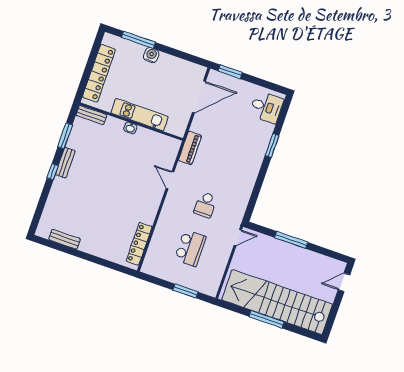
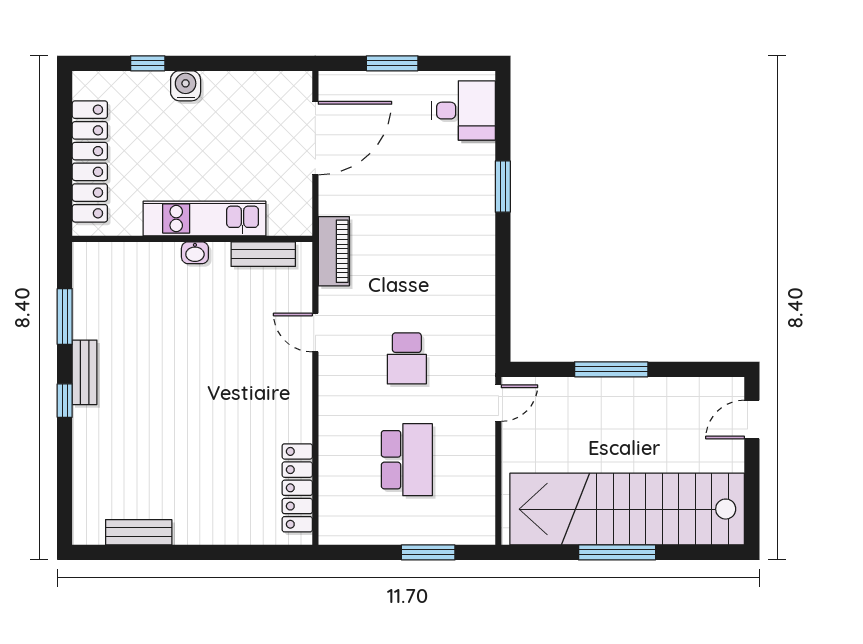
window: (138, 40) -> (148, 63), width x0.46
window: (230, 72) -> (392, 63), moved
bench: (91, 115) -> (263, 254), moved

